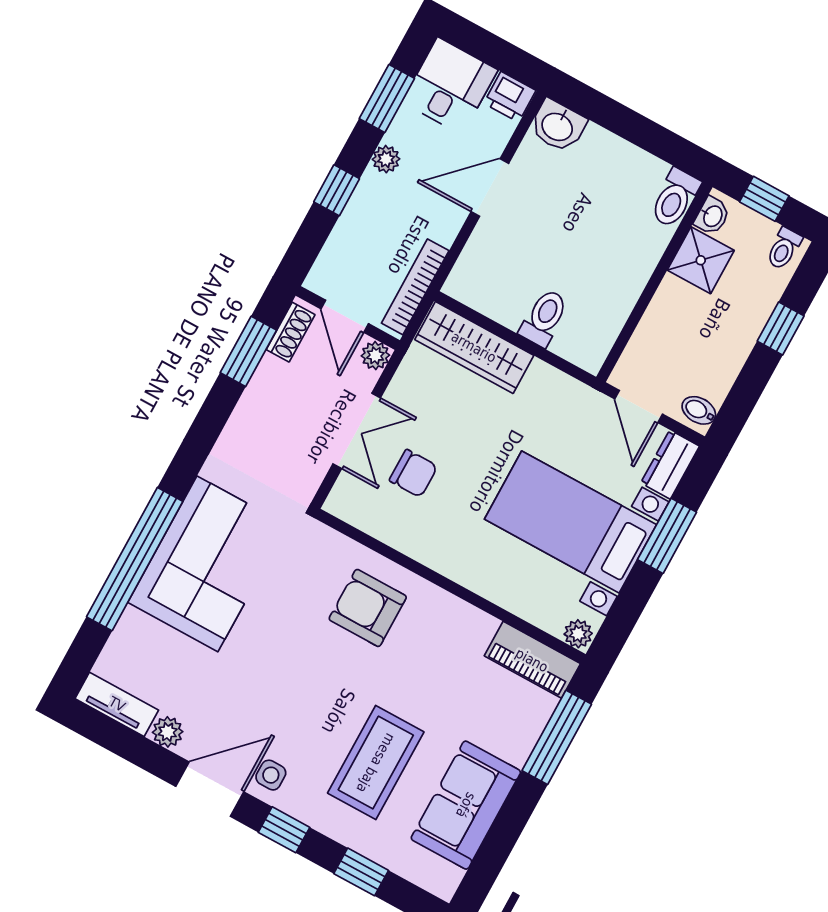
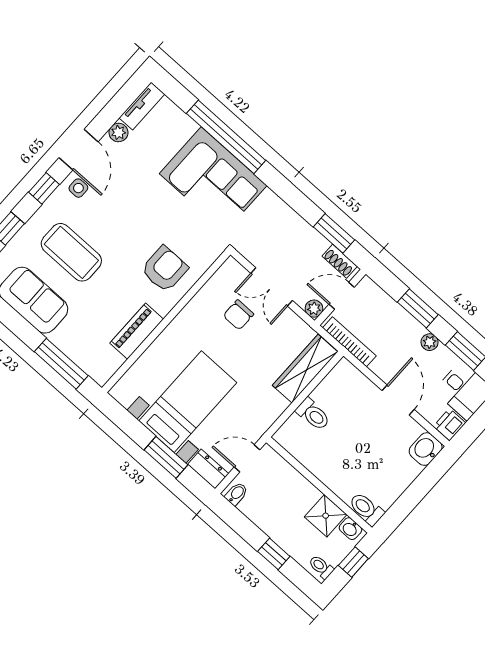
window: (337, 190) -> (418, 308), width x1.50
plant: (578, 634) -> (120, 391), removed
piano: (532, 660) -> (137, 331), moved

